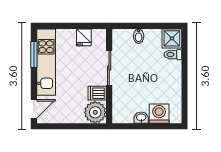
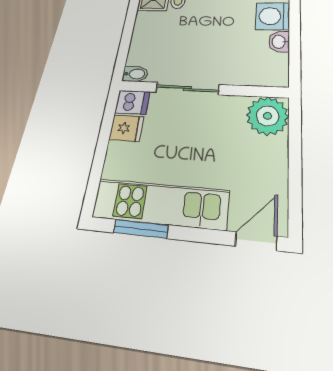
bidet: (139, 36) -> (135, 74), moved
dishwasher: (97, 93) -> (132, 102), moved, turned -90
door: (34, 109) -> (256, 241), hinge flipped

